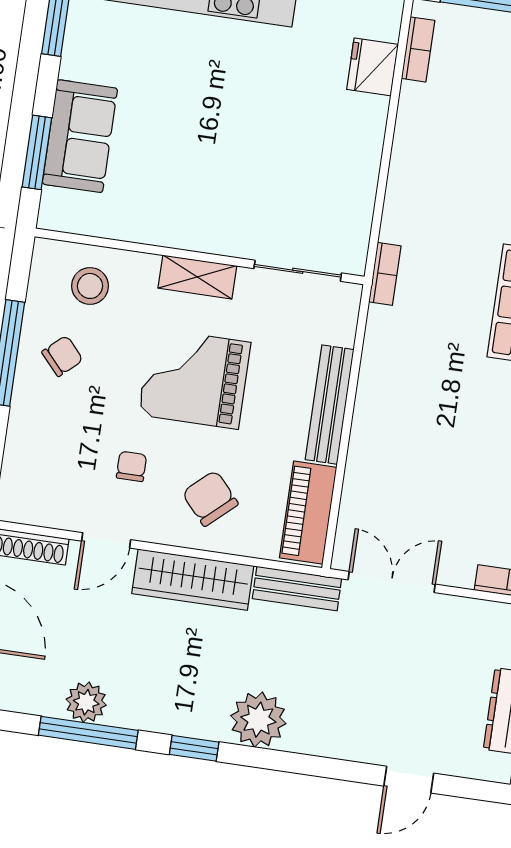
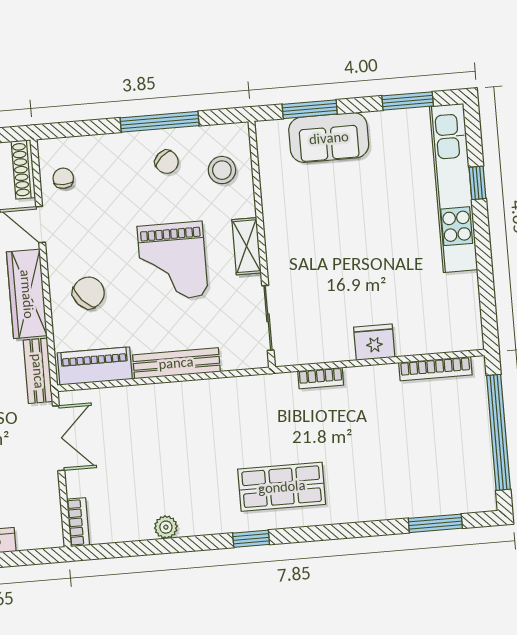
bookcase: (418, 49) -> (435, 369), width x1.56
fridge: (373, 67) -> (374, 342), moved
bookcase: (385, 274) -> (321, 378), moved
grand piano: (194, 379) -> (173, 261), turned 180
chair: (131, 466) -> (63, 178), moved, turned -90

